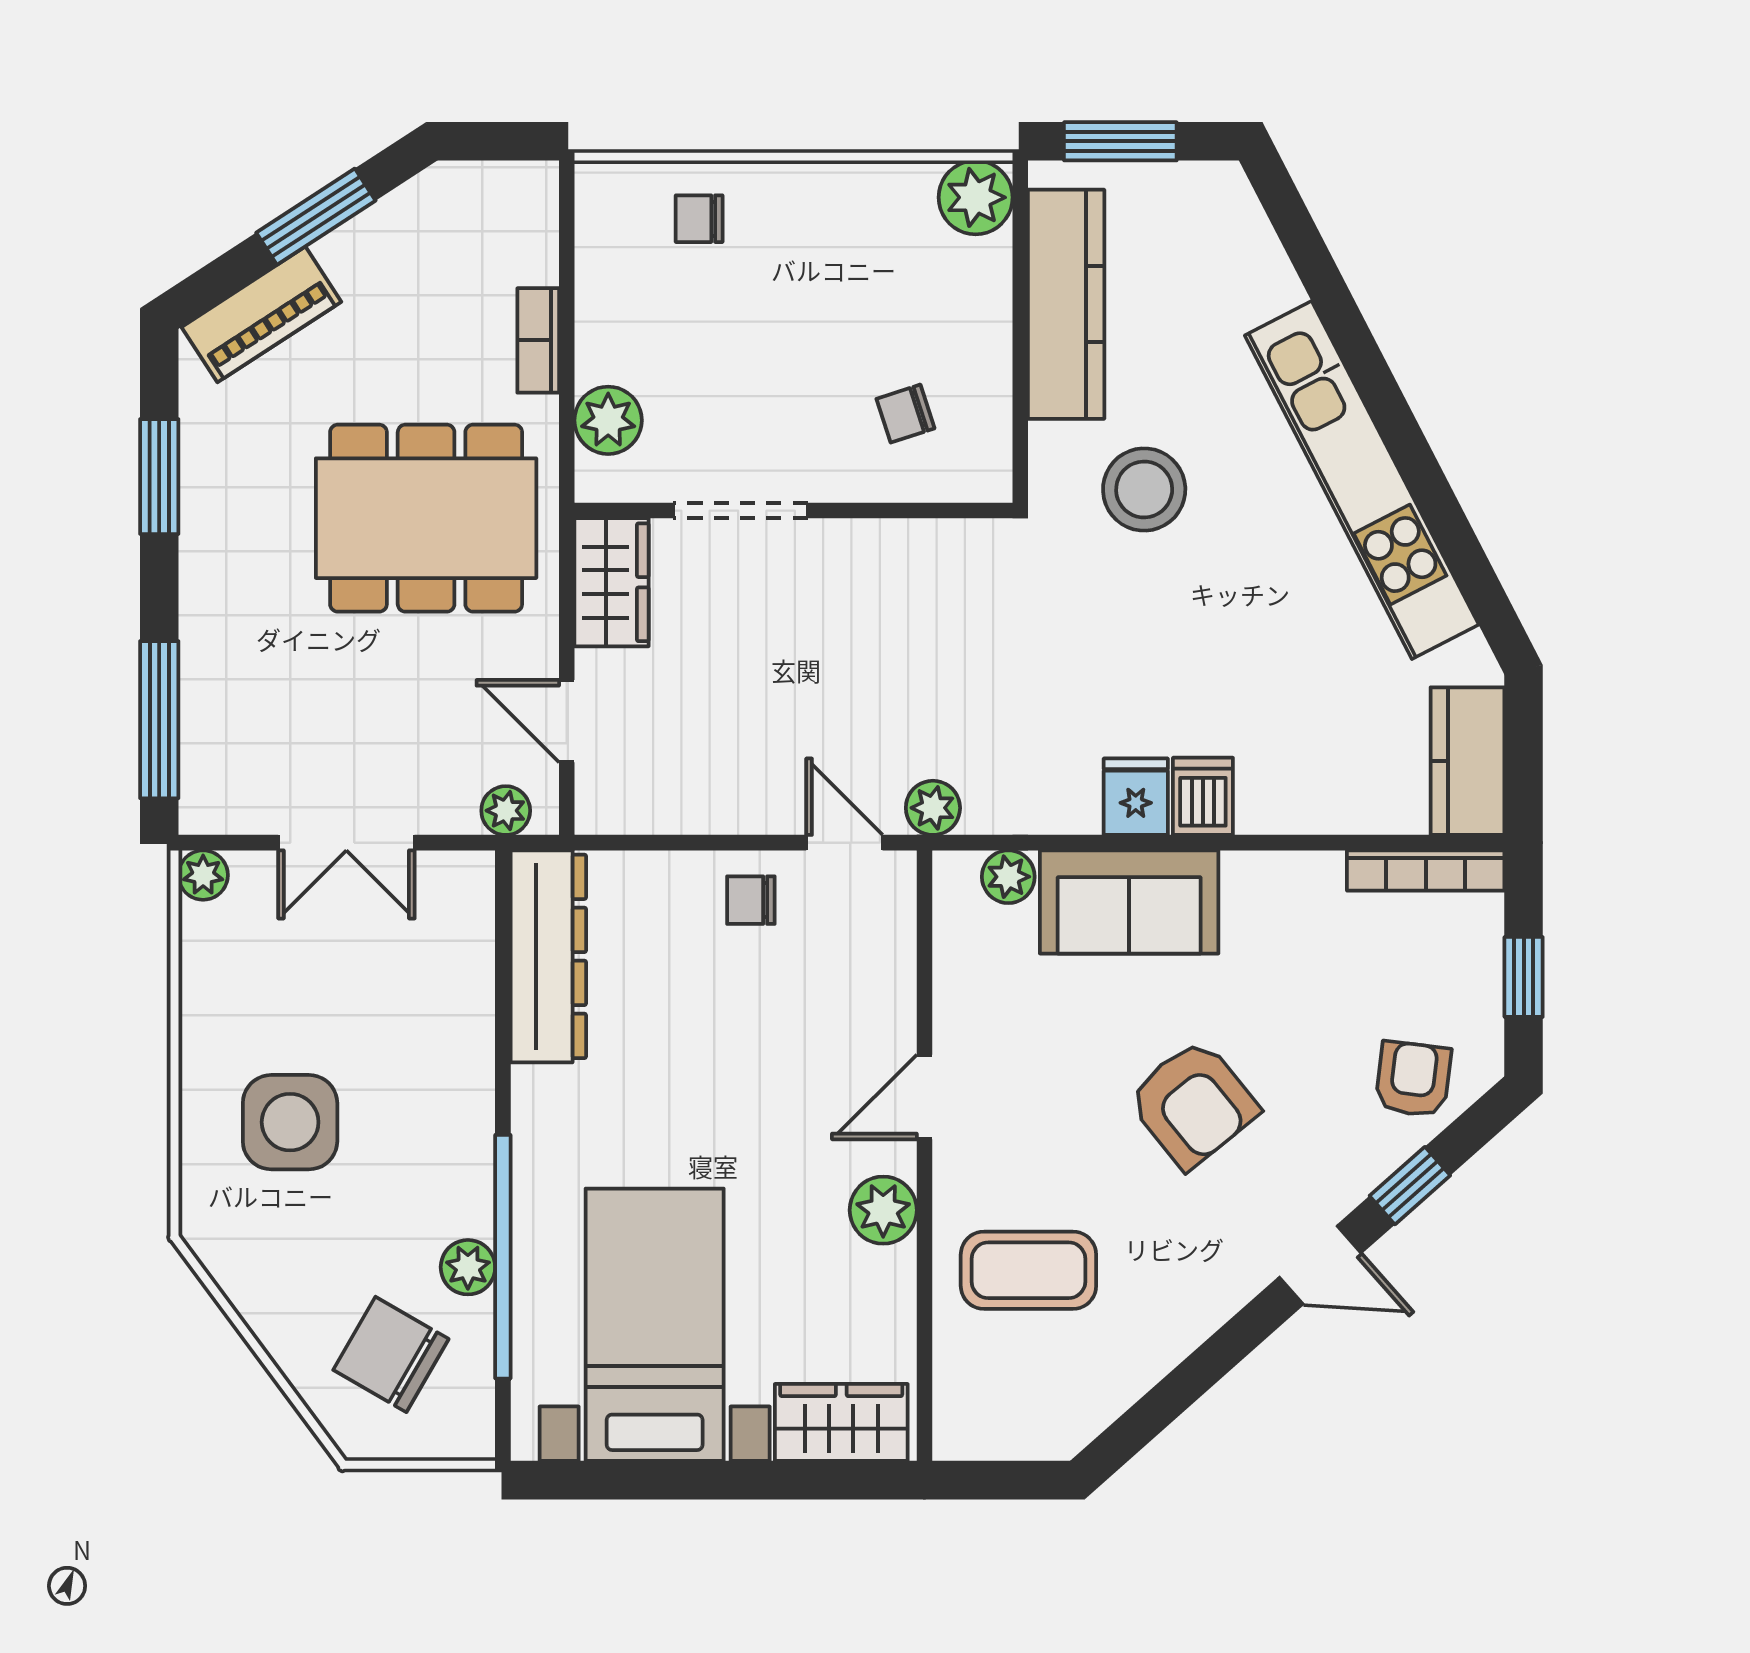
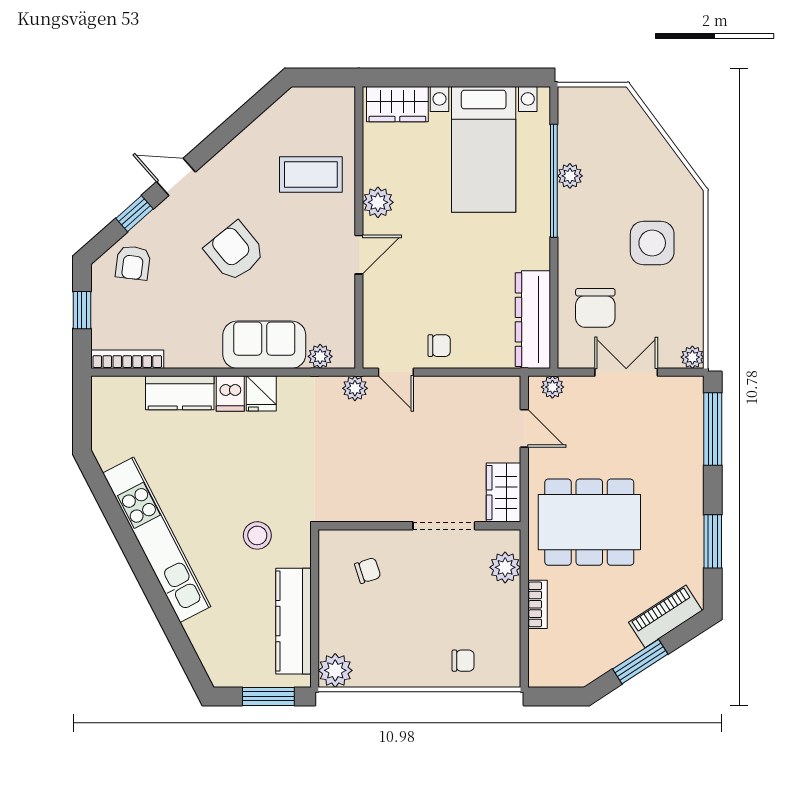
stool: (1144, 489) -> (257, 535), width x0.73, depth x0.73
kitchen counter: (1467, 761) -> (180, 393), moved, turned 90
chair: (391, 1354) -> (595, 308), moved, turned 60

